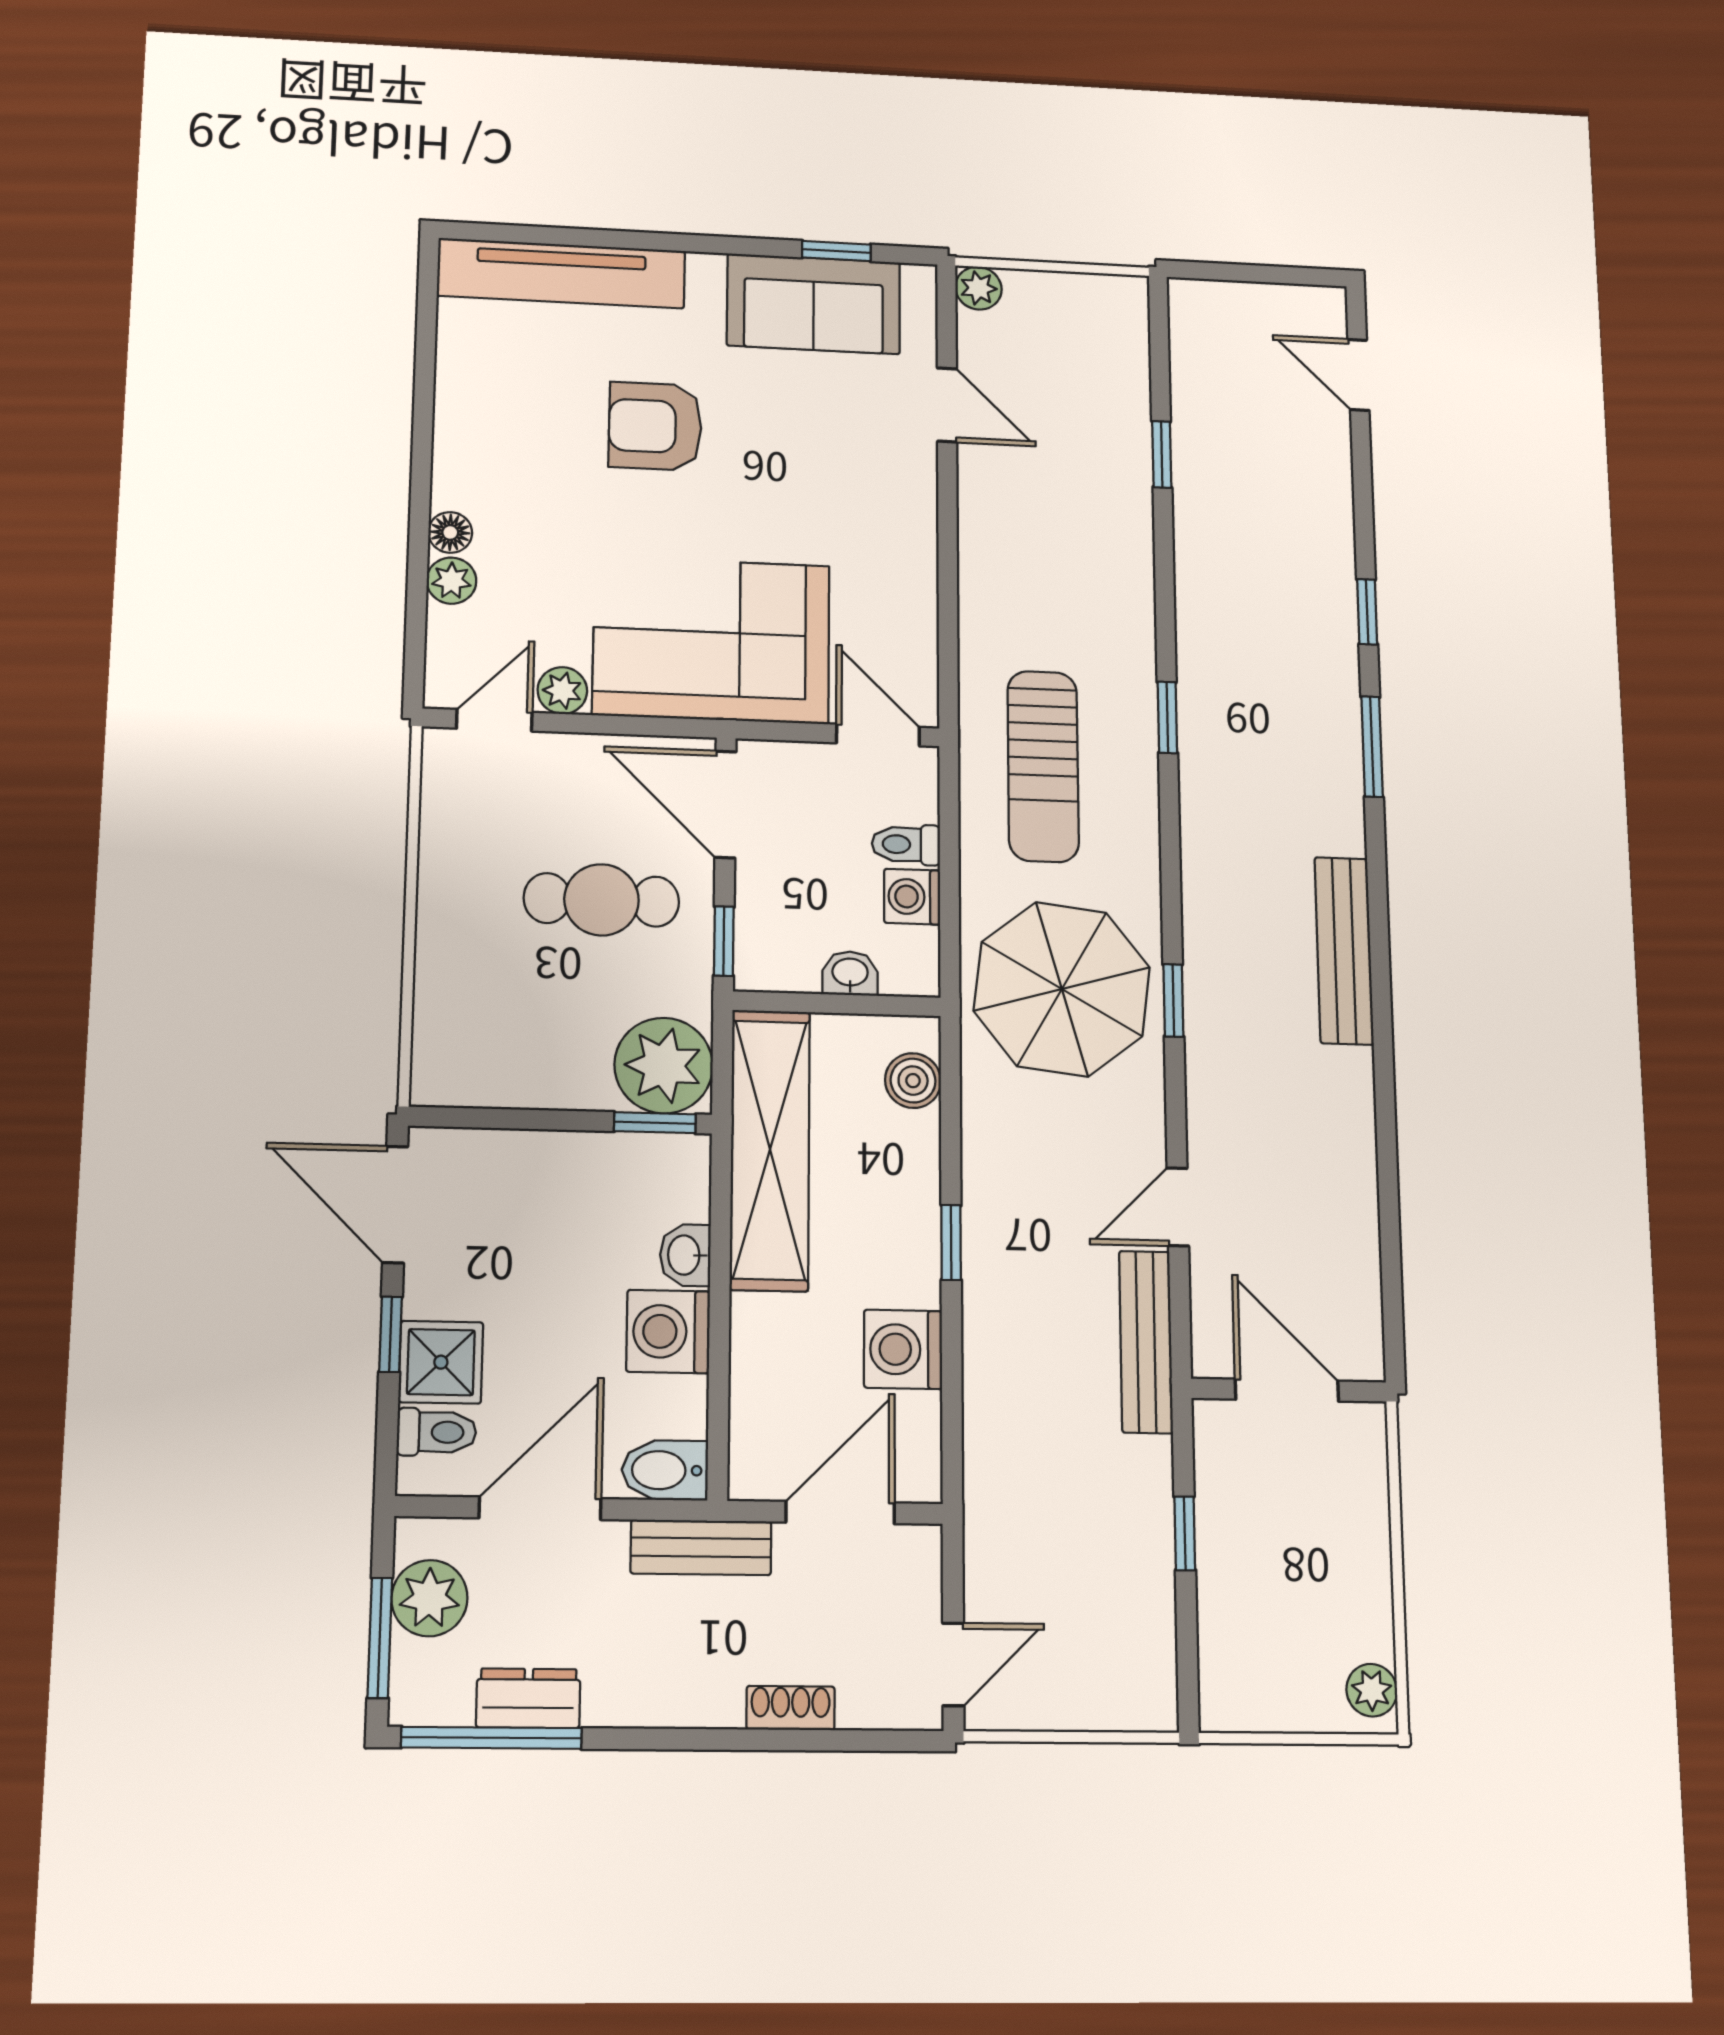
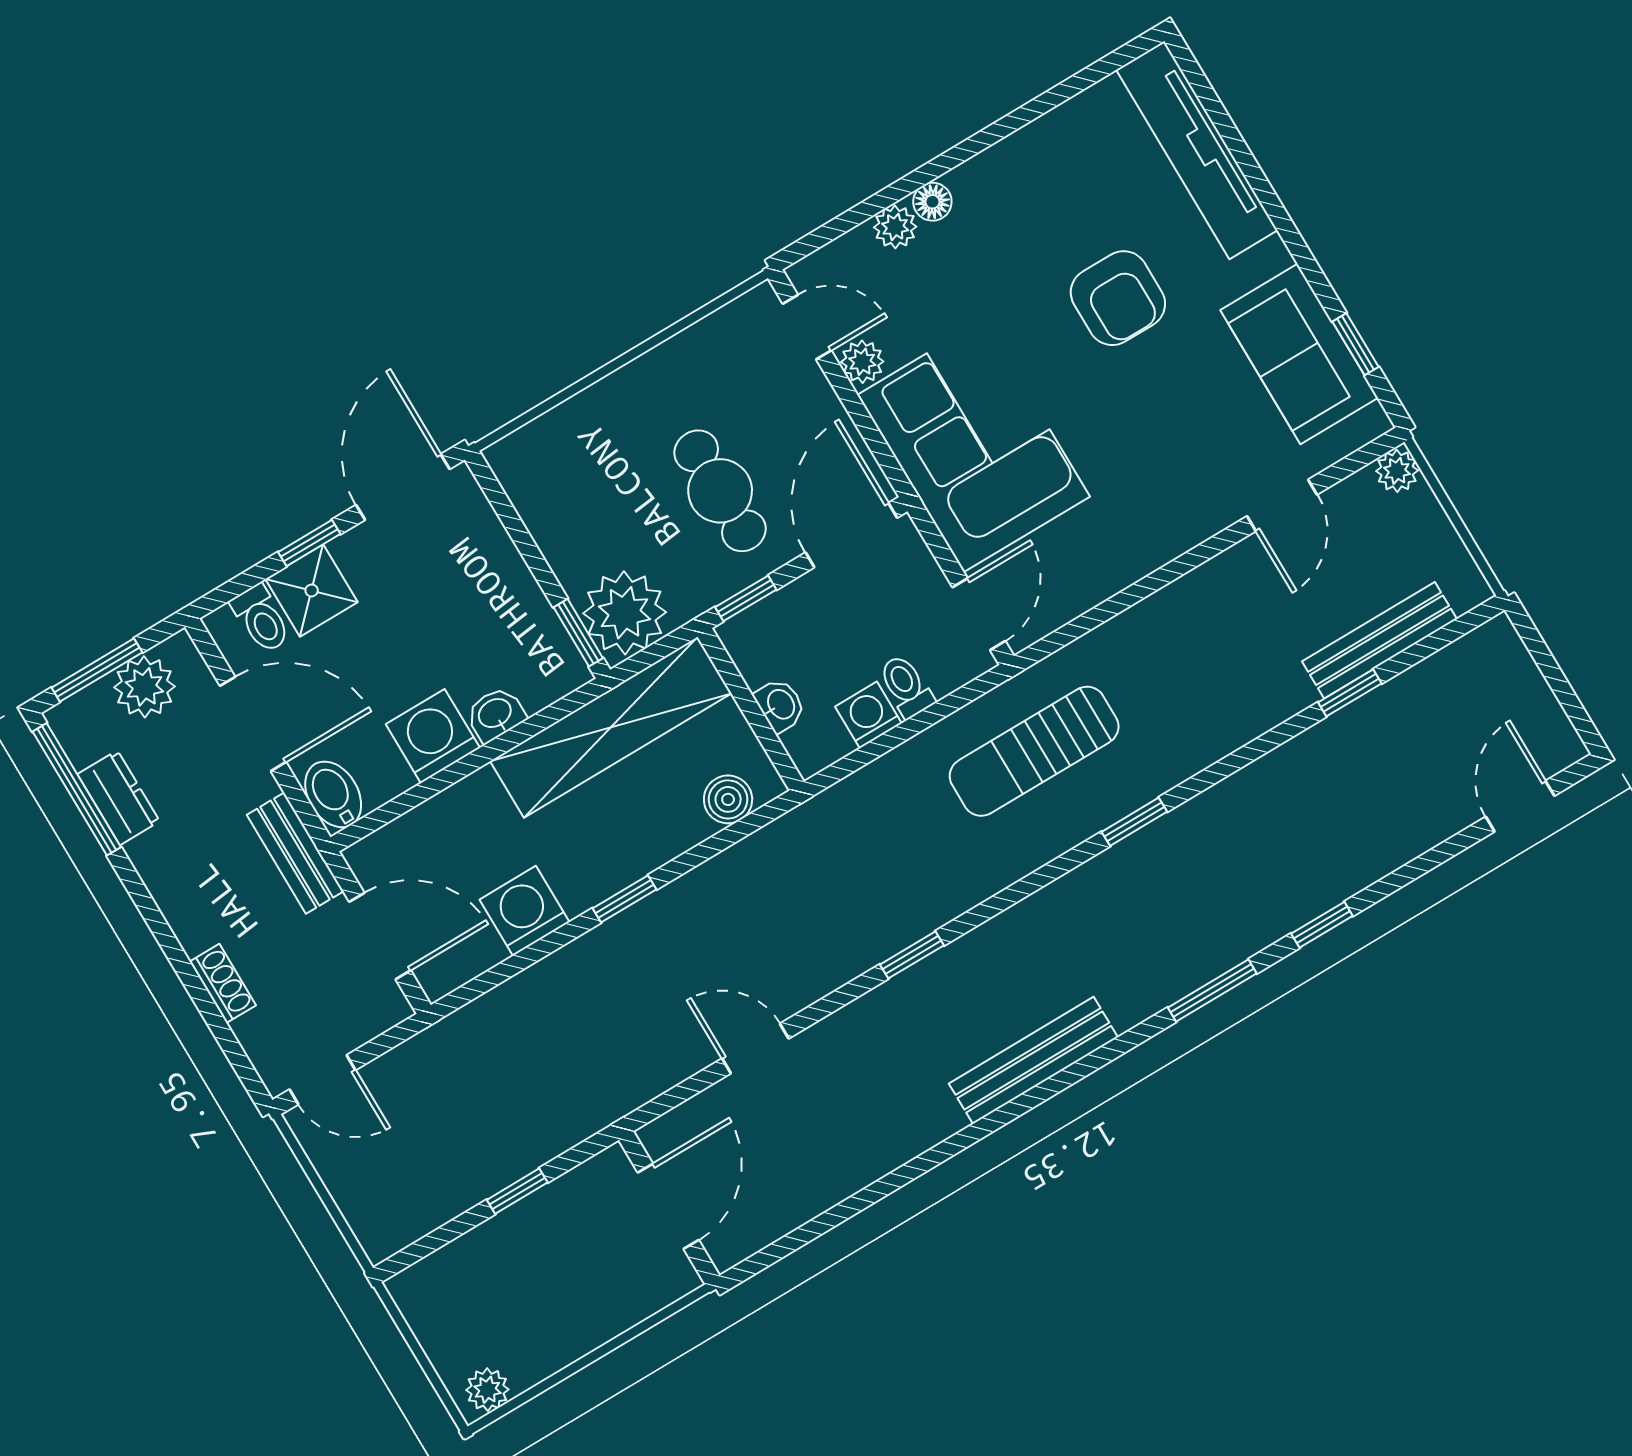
armchair: (655, 426) -> (1118, 298), turned 180
parasol: (1062, 989) -> (868, 867), removed
bench: (1146, 1342) -> (1380, 640), moved

